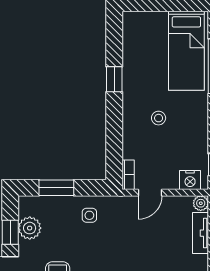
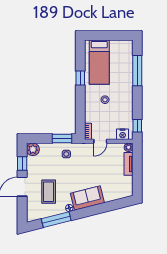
bed: (186, 51) -> (99, 62), moved
window: (56, 188) -> (62, 139), moved
plant: (30, 228) -> (33, 149), moved

